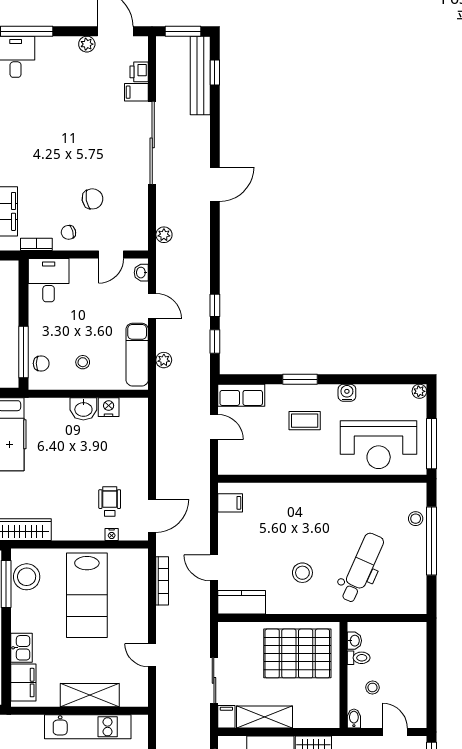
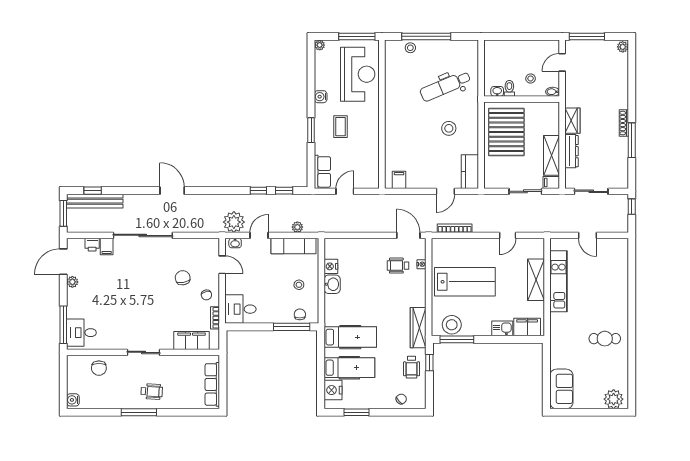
plant: (164, 235) -> (234, 222), moved, width x1.88, depth x1.88
dental chair: (362, 568) -> (445, 86), turned -47

